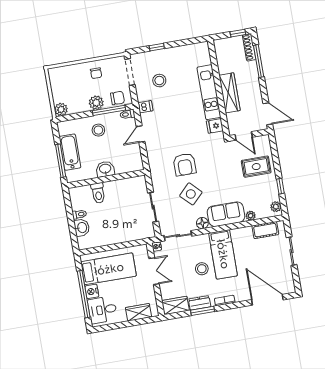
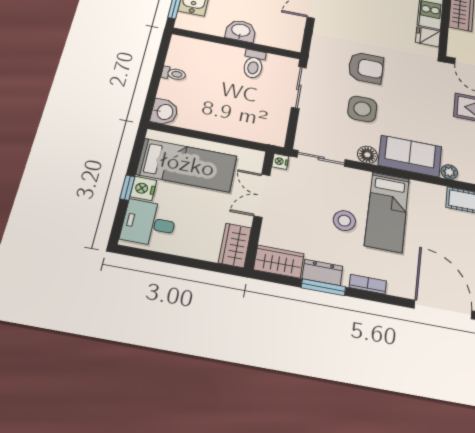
armchair: (185, 165) -> (366, 68), turned -90
toilet: (98, 193) -> (254, 64), moved
side table: (191, 194) -> (362, 109), turned 45
sliding door: (153, 207) -> (299, 87), moved
washbasin: (82, 228) -> (164, 112), moved
double door: (154, 271) -> (262, 196), swing flipped
window: (84, 294) -> (127, 188), width x0.32
wardrobe: (138, 312) -> (235, 245), moved, turned -90

